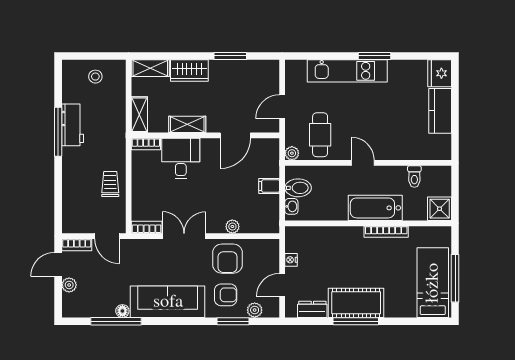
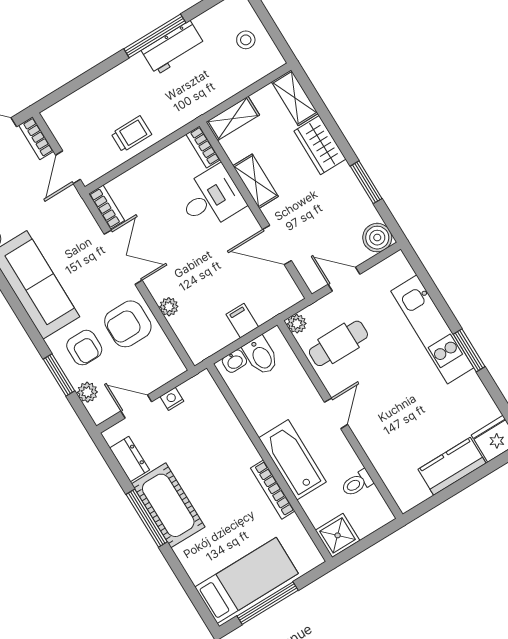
boiler: (269, 70) -> (377, 238), added

